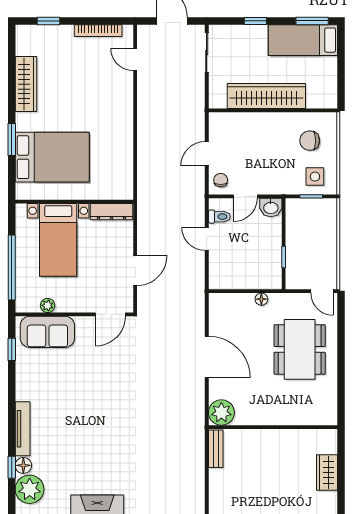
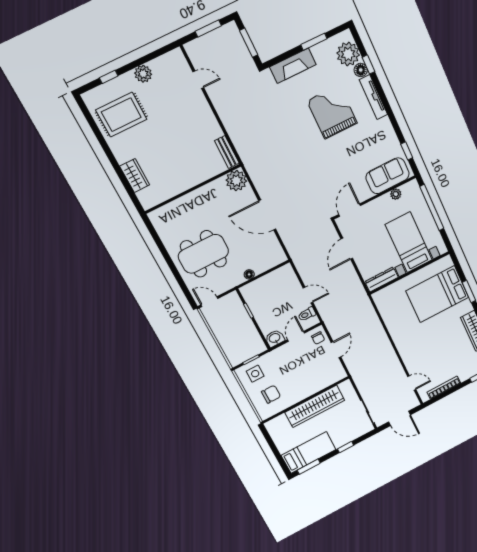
dining table: (300, 349) -> (203, 254), turned 90
grand piano: (78, 435) -> (332, 112), added

